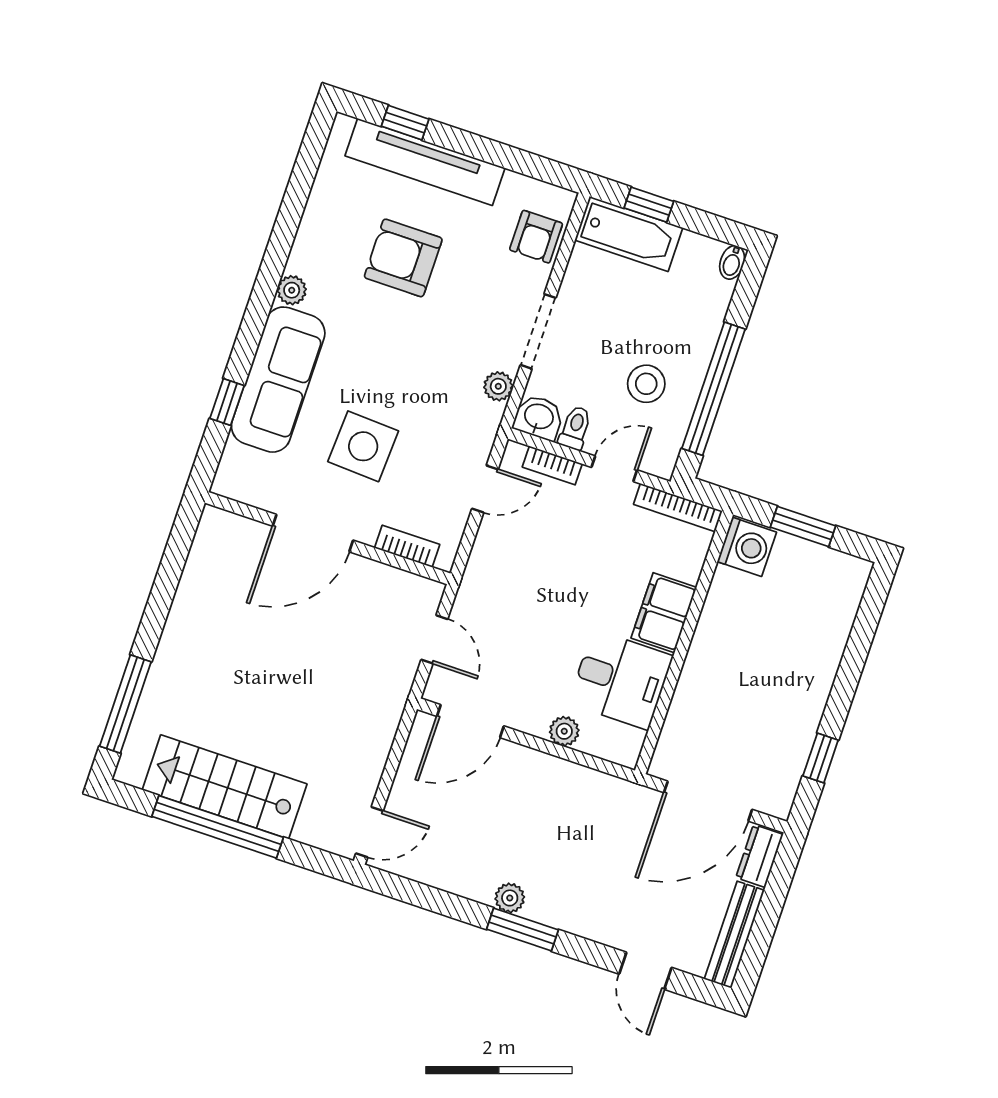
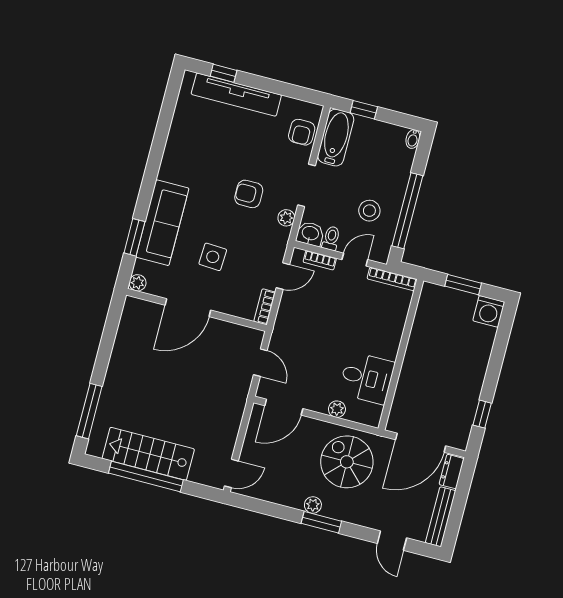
bathtub: (629, 234) -> (336, 138), moved, turned -90
armchair: (403, 258) -> (249, 194), moved, width x0.72, depth x0.72
plant: (292, 290) -> (138, 283), moved
window: (227, 402) -> (134, 237), width x1.50
side table: (363, 446) -> (213, 257), width x0.73, depth x0.73
bookcase: (407, 546) -> (265, 307), moved, turned -90
washing machine: (747, 547) -> (489, 311), moved, turned 90
filing cabinet: (664, 613) -> (388, 339), removed
spiral stairs: (575, 826) -> (347, 462), added

